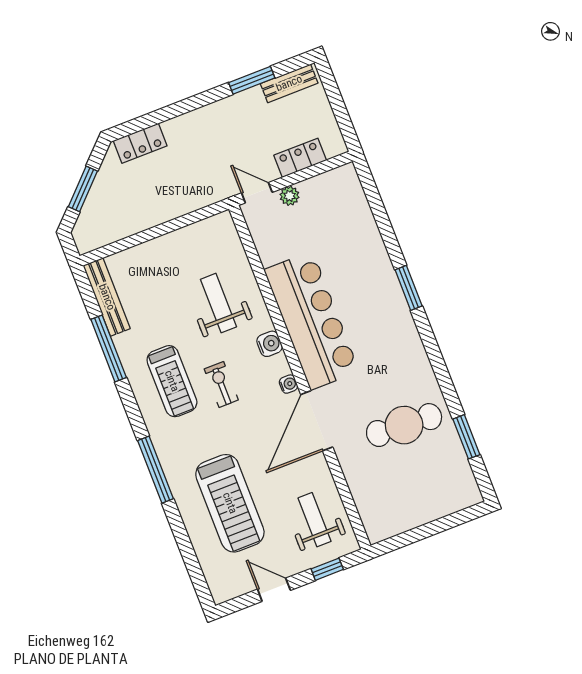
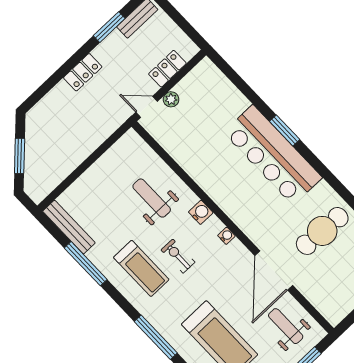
locker: (140, 143) -> (83, 72), moved
bar counter: (312, 320) -> (273, 155), moved, turned 180
door: (317, 421) -> (274, 271), moved

